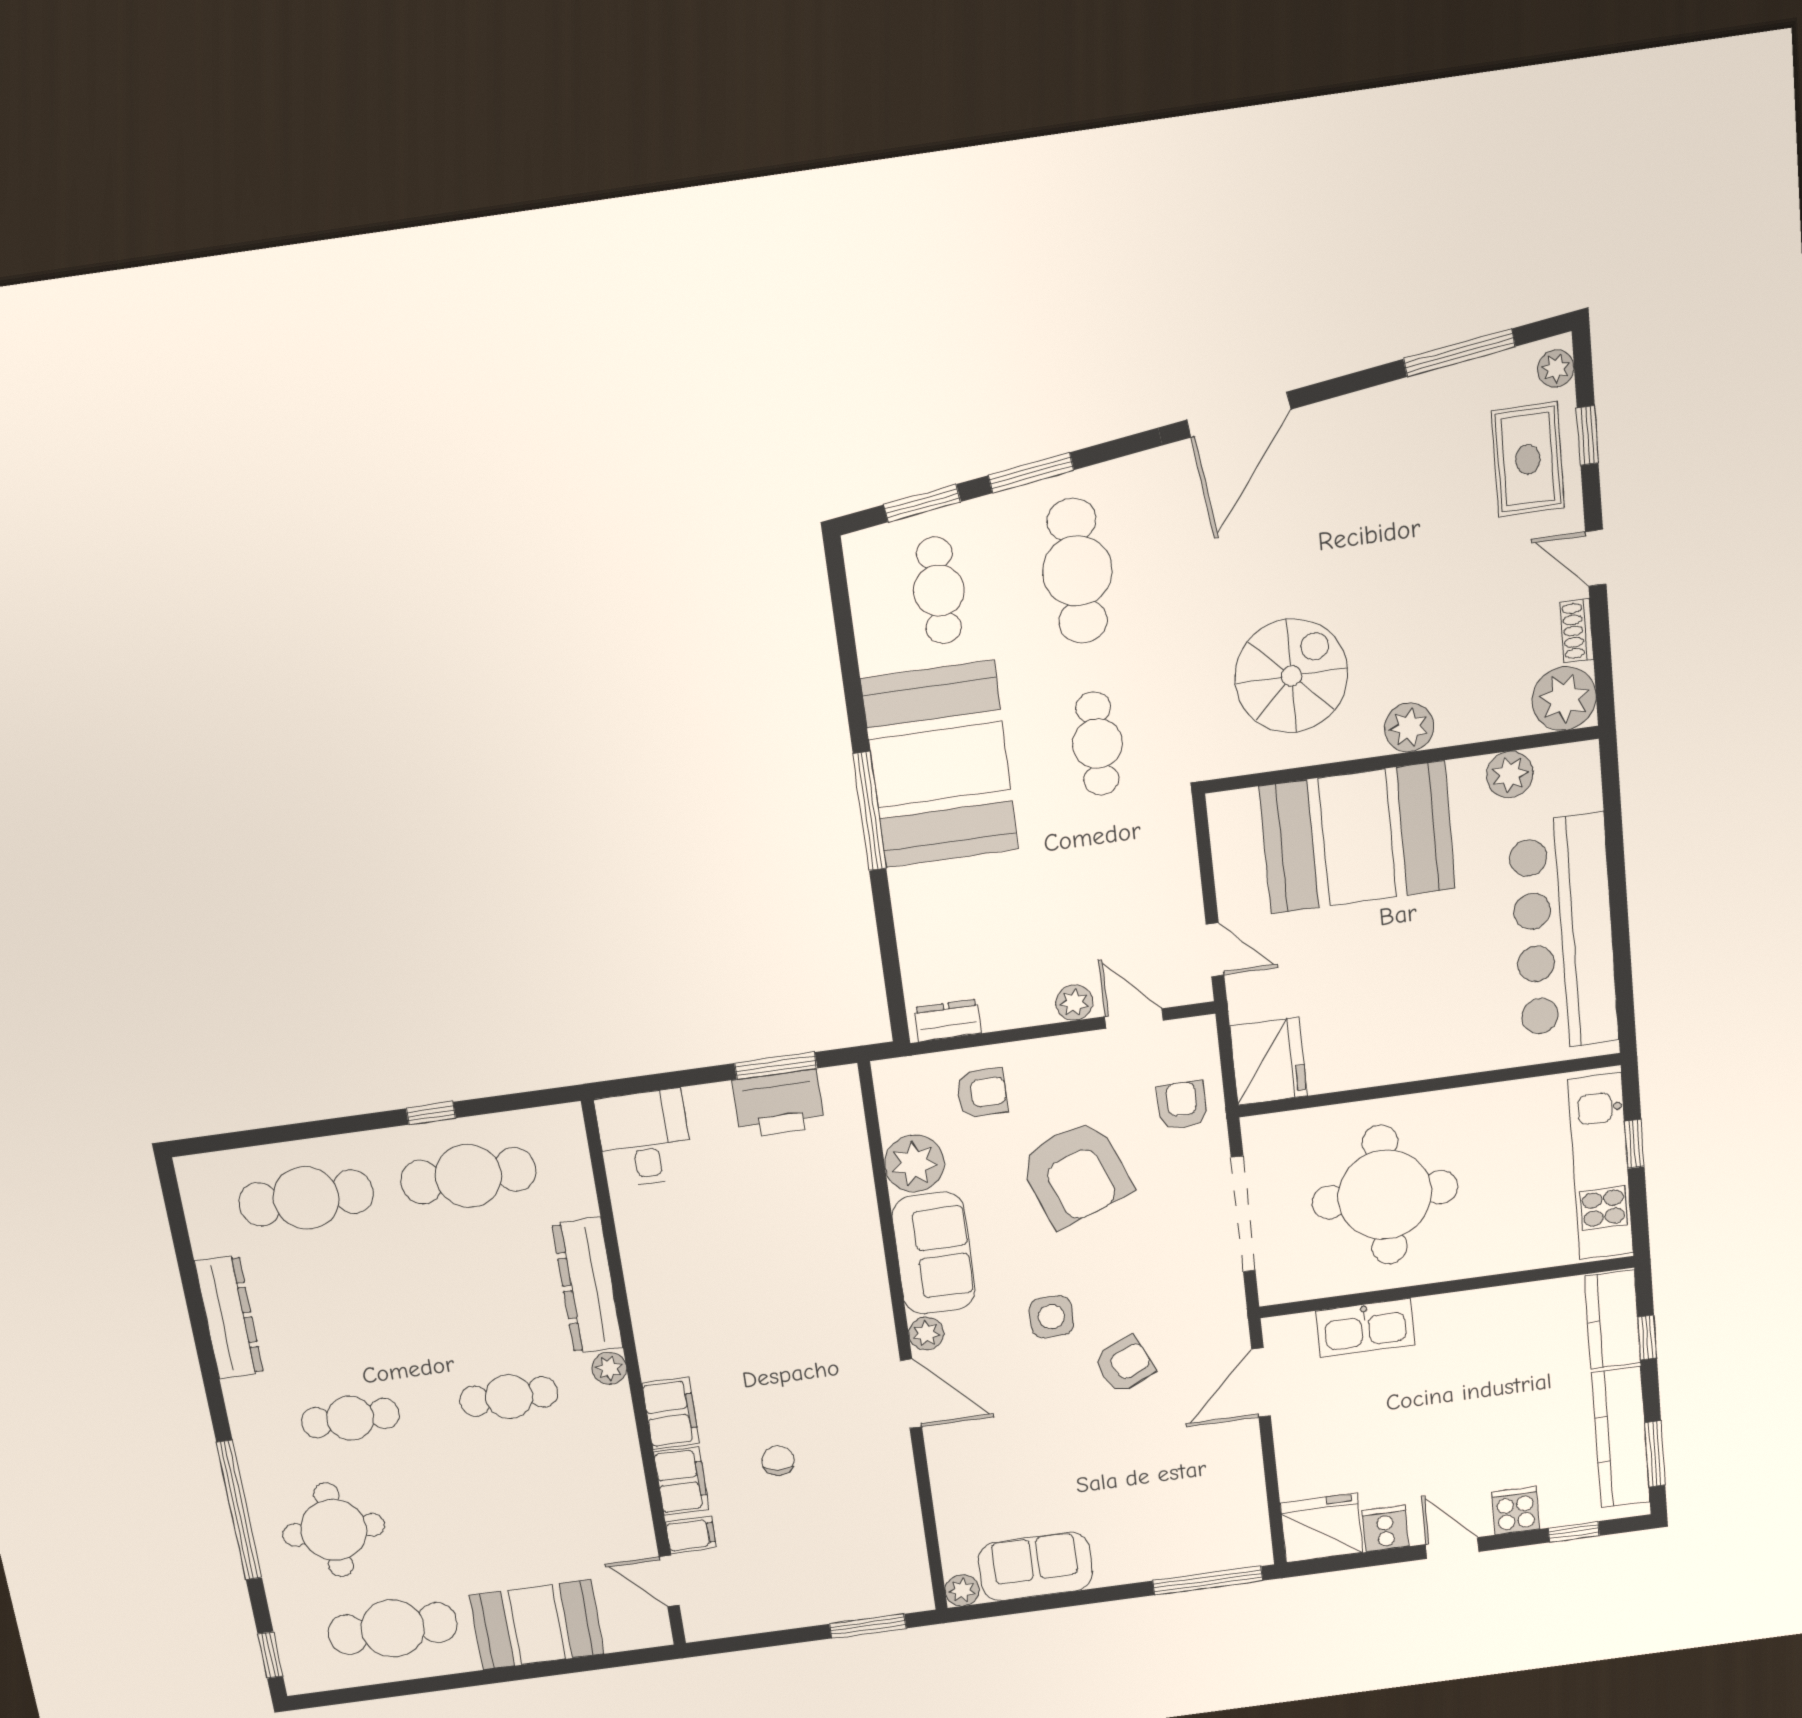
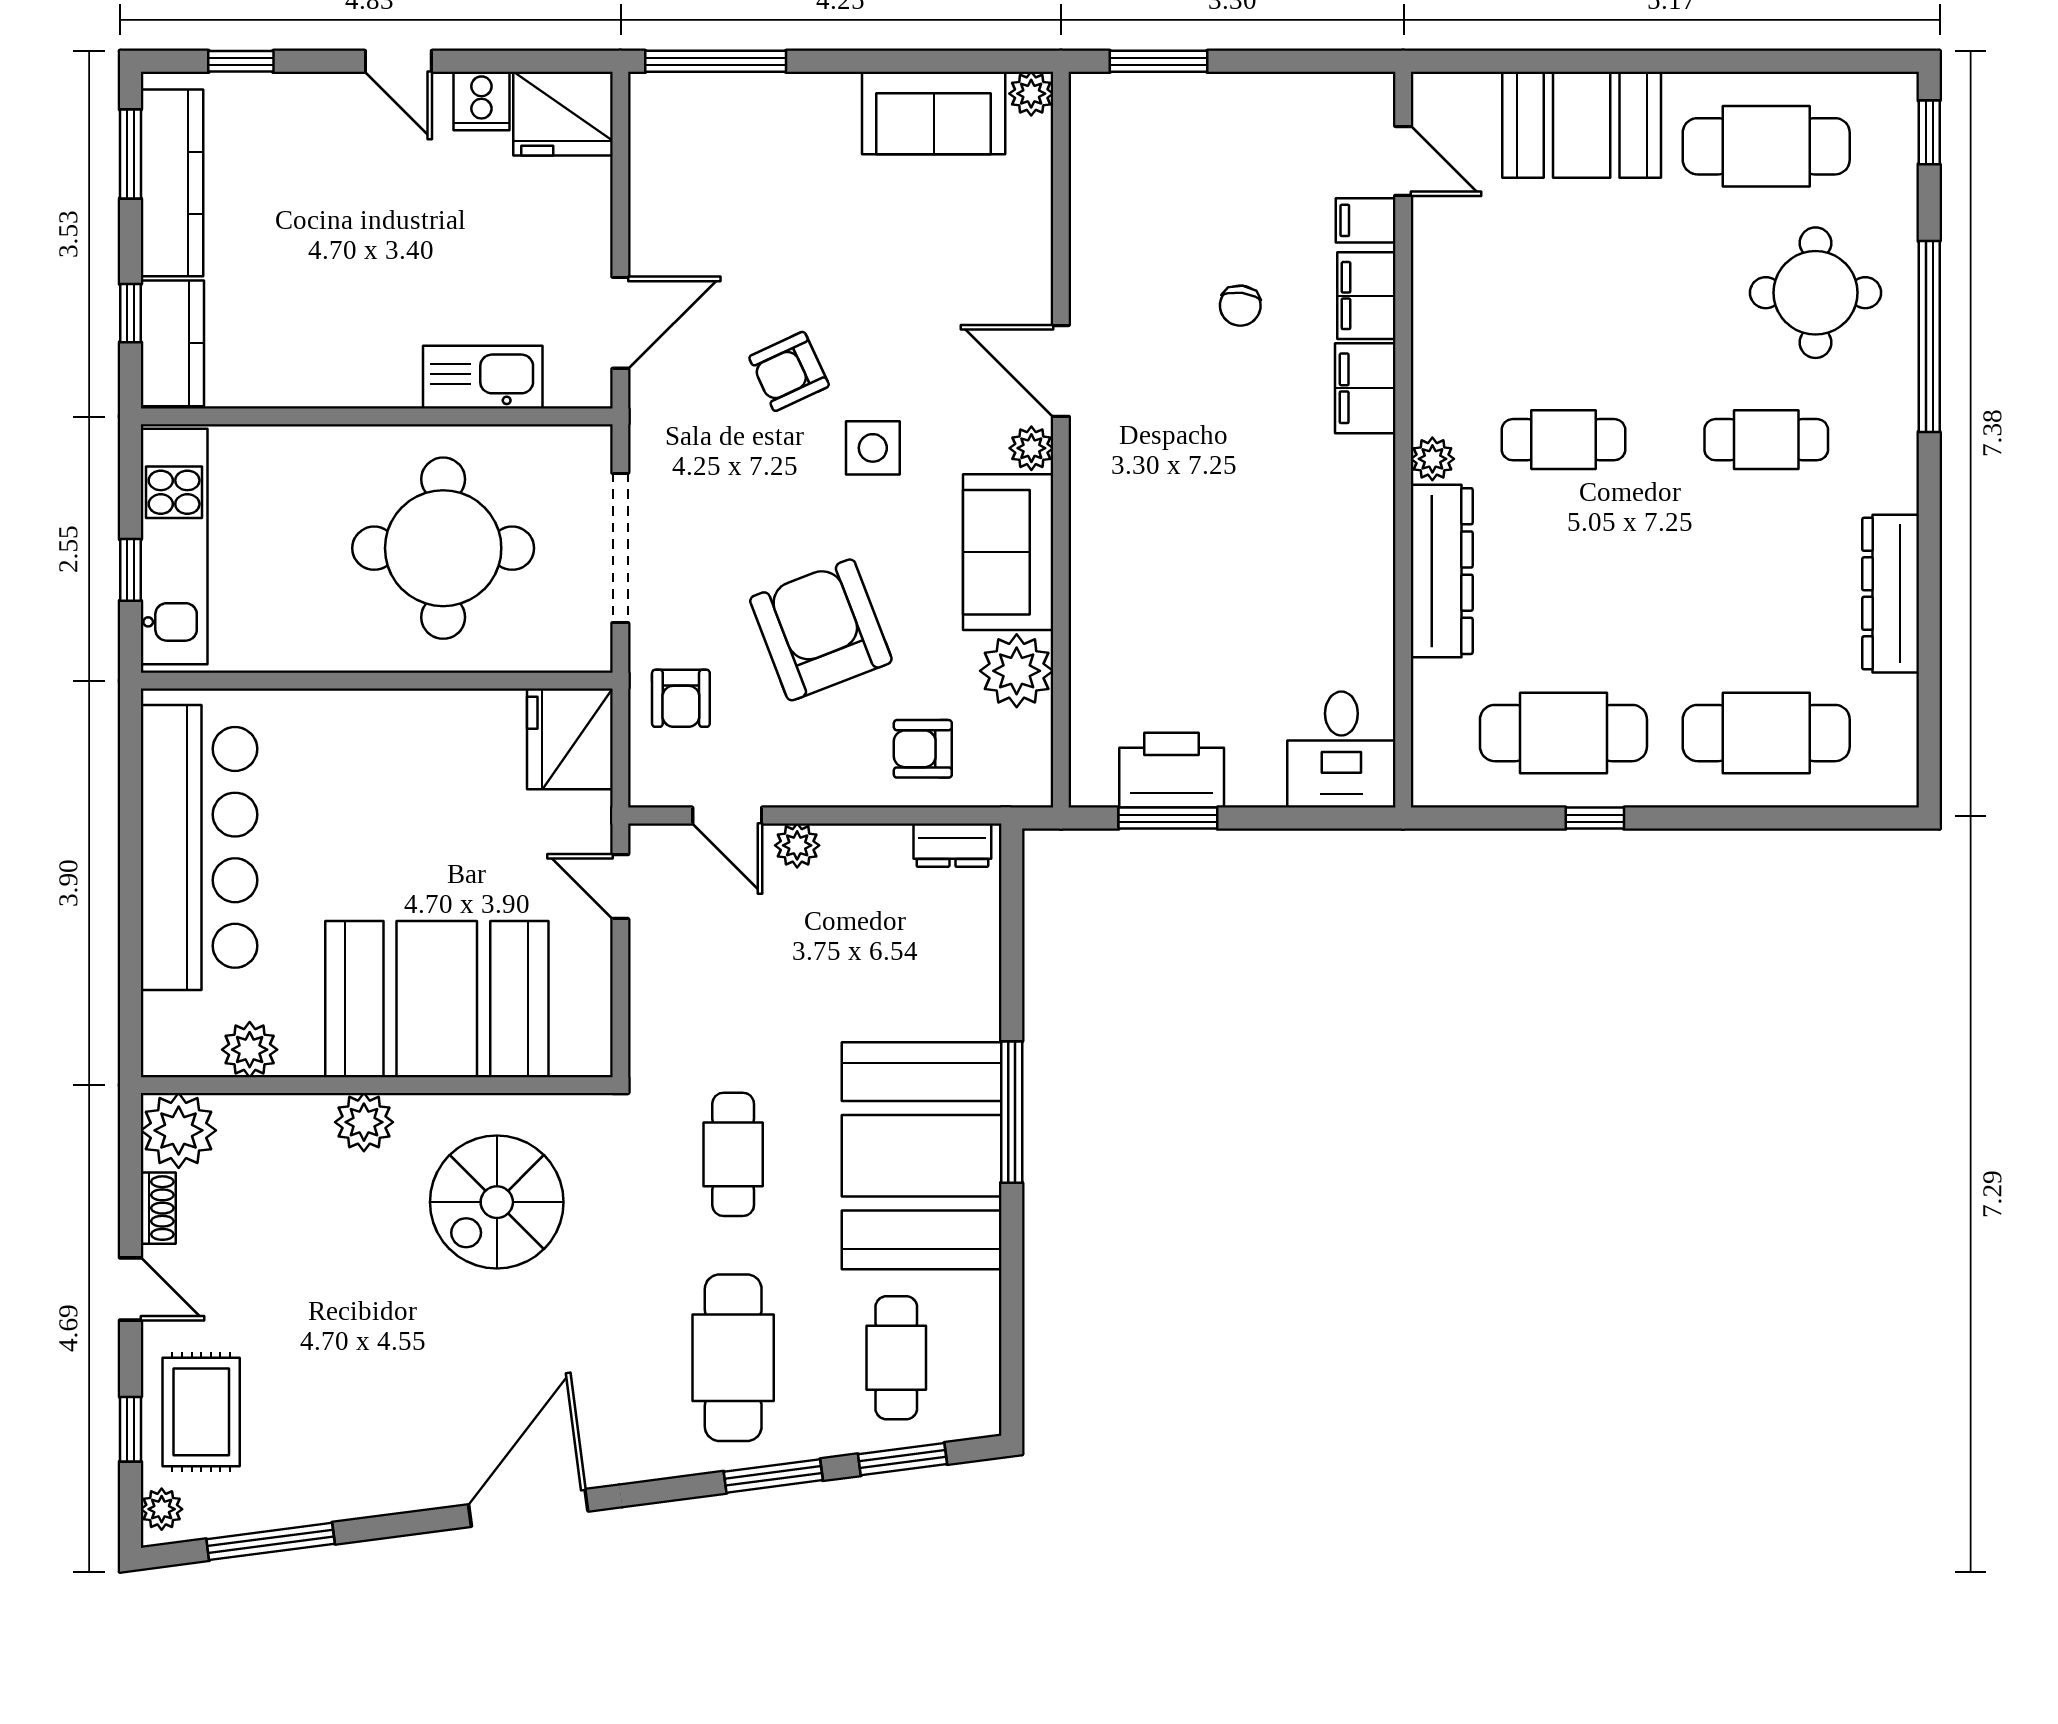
cooker: (1516, 1510) -> (313, 102), removed

